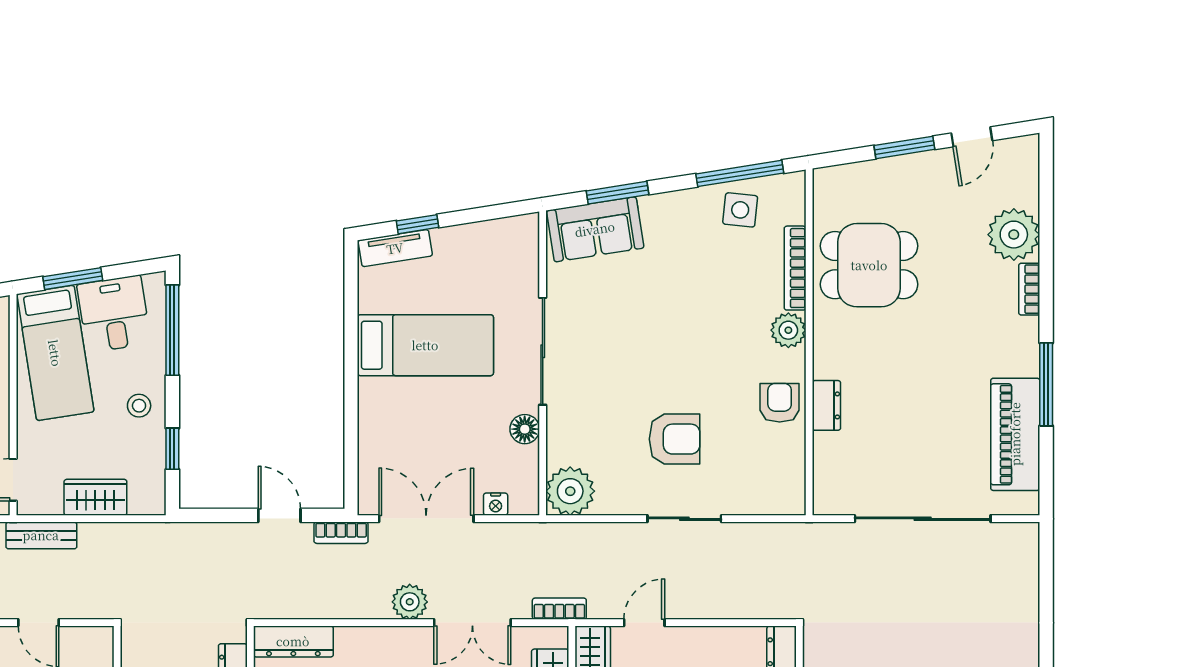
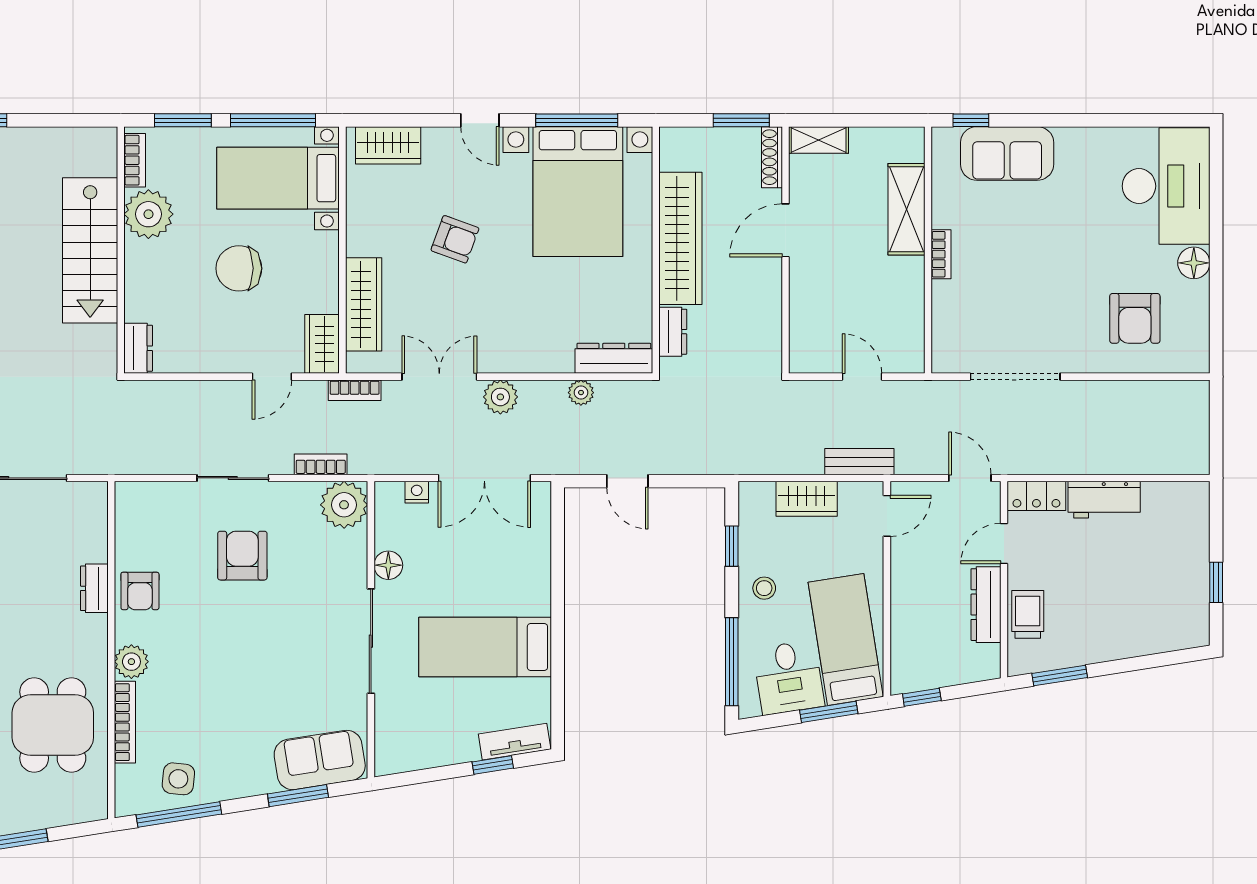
dining table: (869, 265) -> (53, 725), turned 90
armchair: (675, 439) -> (242, 556), turned 90
bookcase: (341, 533) -> (321, 464), moved
plant: (327, 606) -> (581, 393), added

